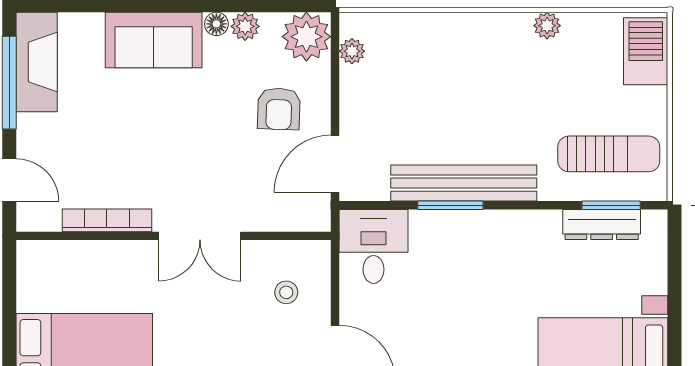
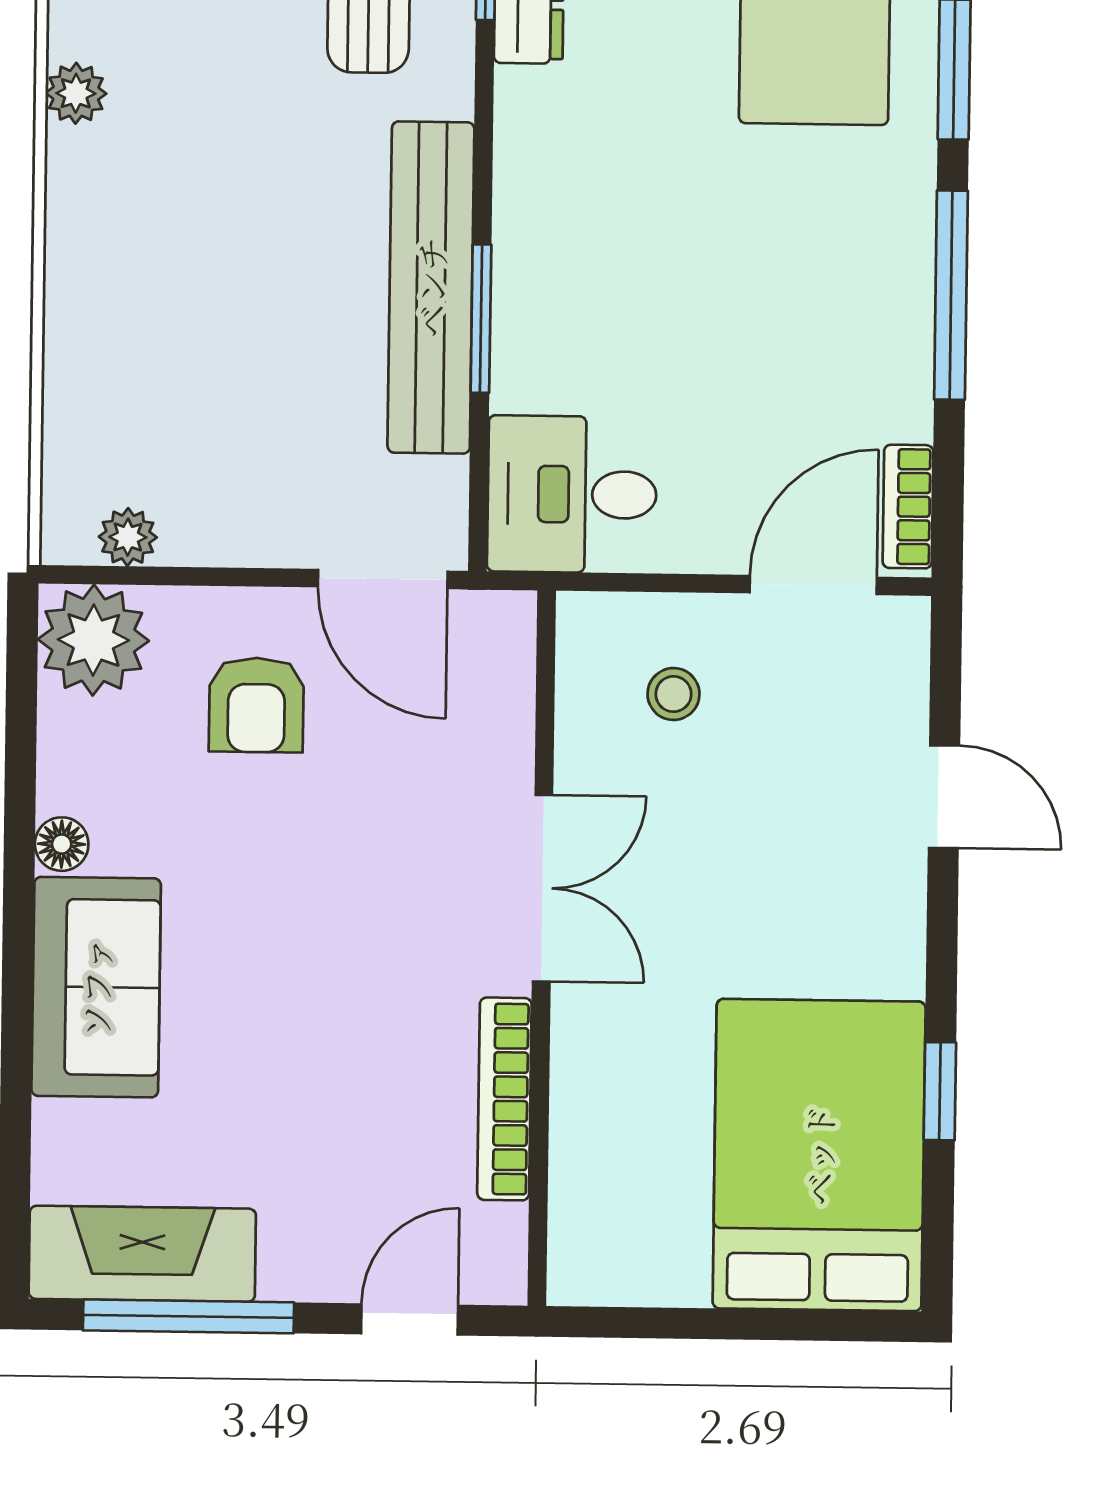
plant: (245, 26) -> (68, 779), removed
armchair: (279, 109) -> (256, 705), turned 88

